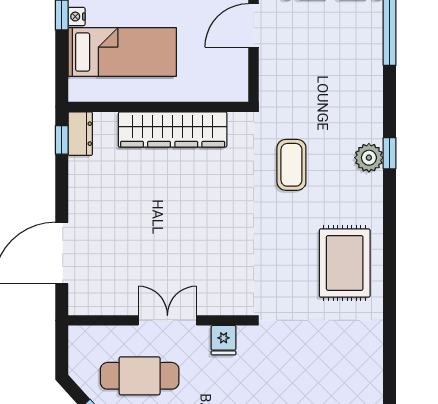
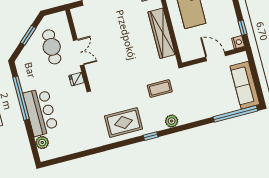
window: (390, 153) -> (151, 136), moved

